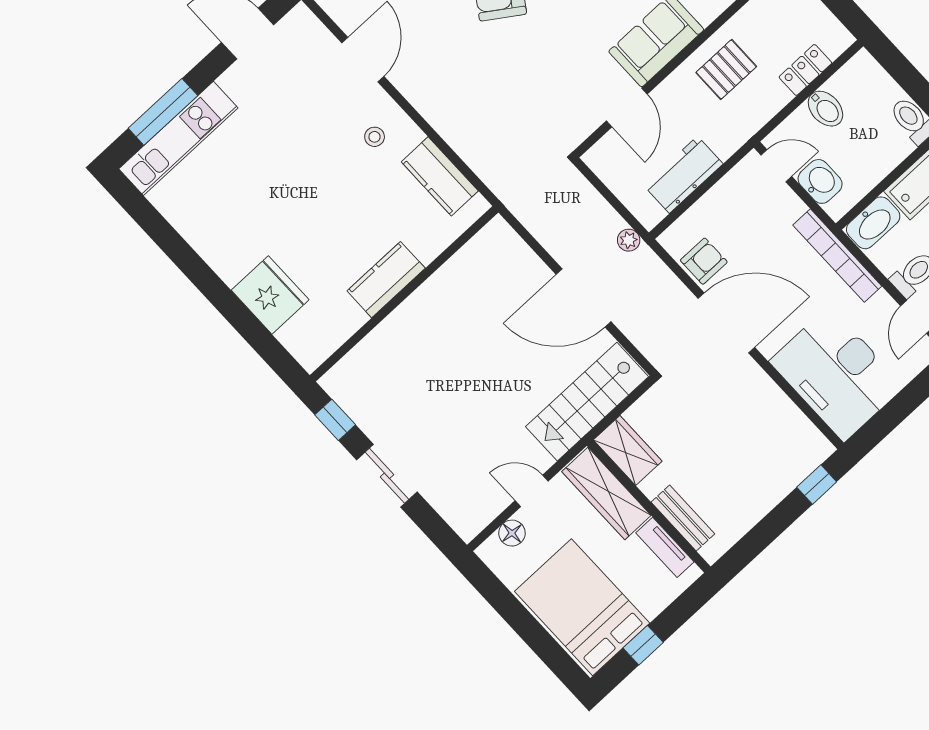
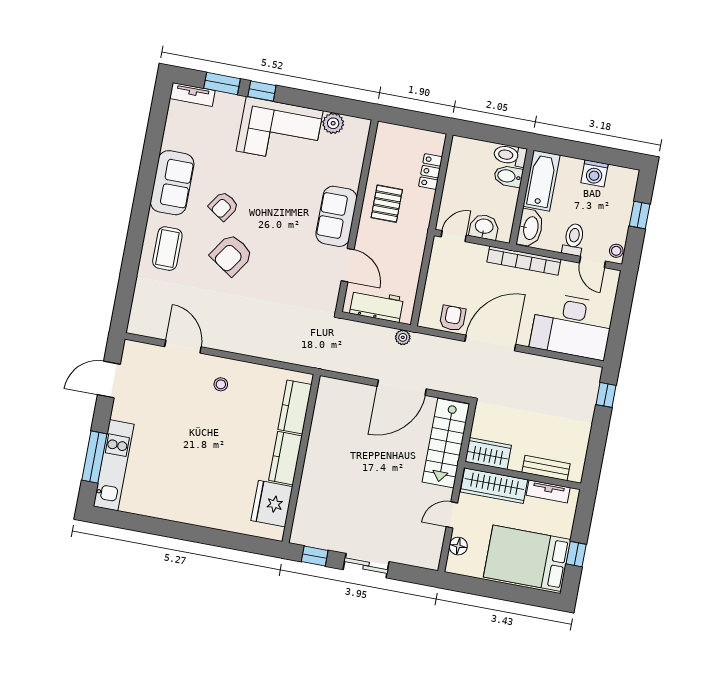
bidet: (825, 109) -> (508, 176), moved, turned 180
workbench: (683, 175) -> (377, 305), moved, turned 90
kitchen counter: (440, 176) -> (295, 407), moved, turned 90
fridge: (270, 295) -> (272, 504), moved, turned -90

